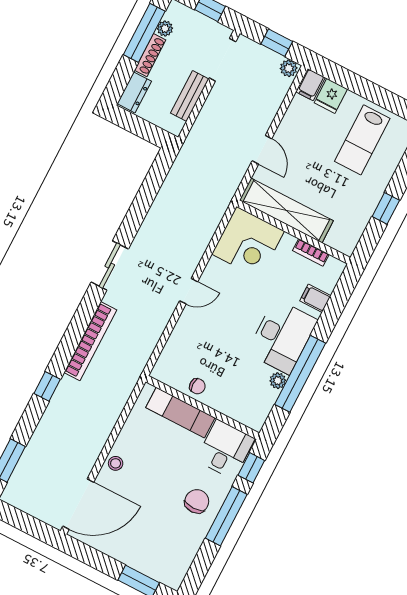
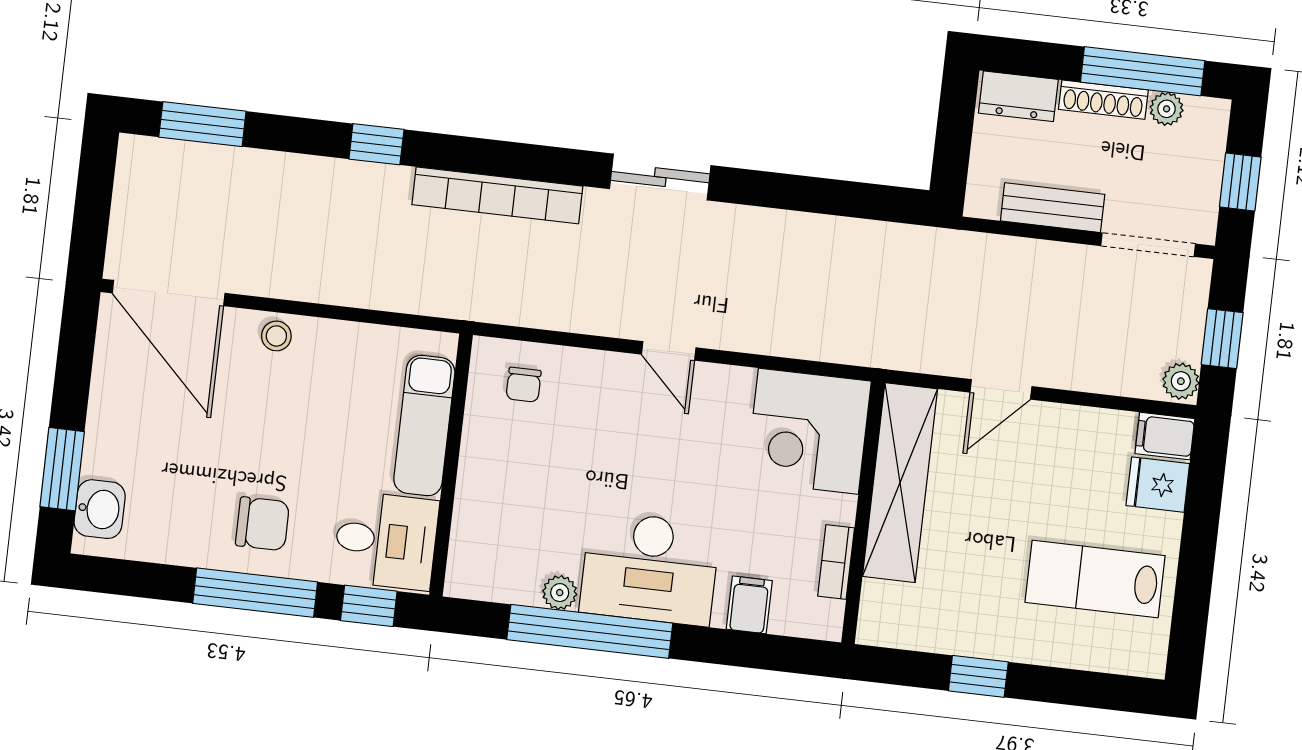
chair: (197, 386) -> (524, 385), moved
washbasin: (163, 571) -> (100, 509), added

